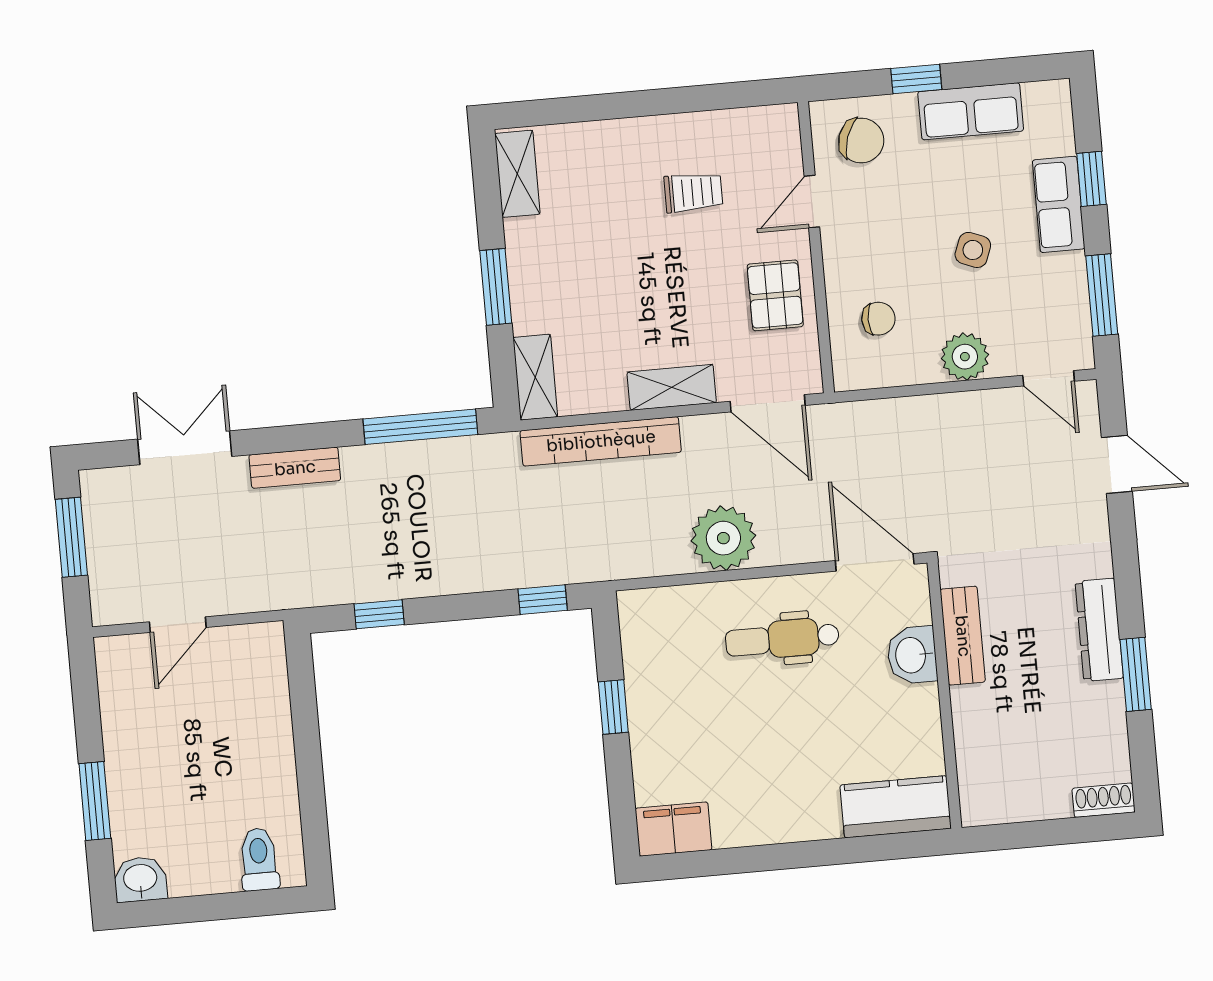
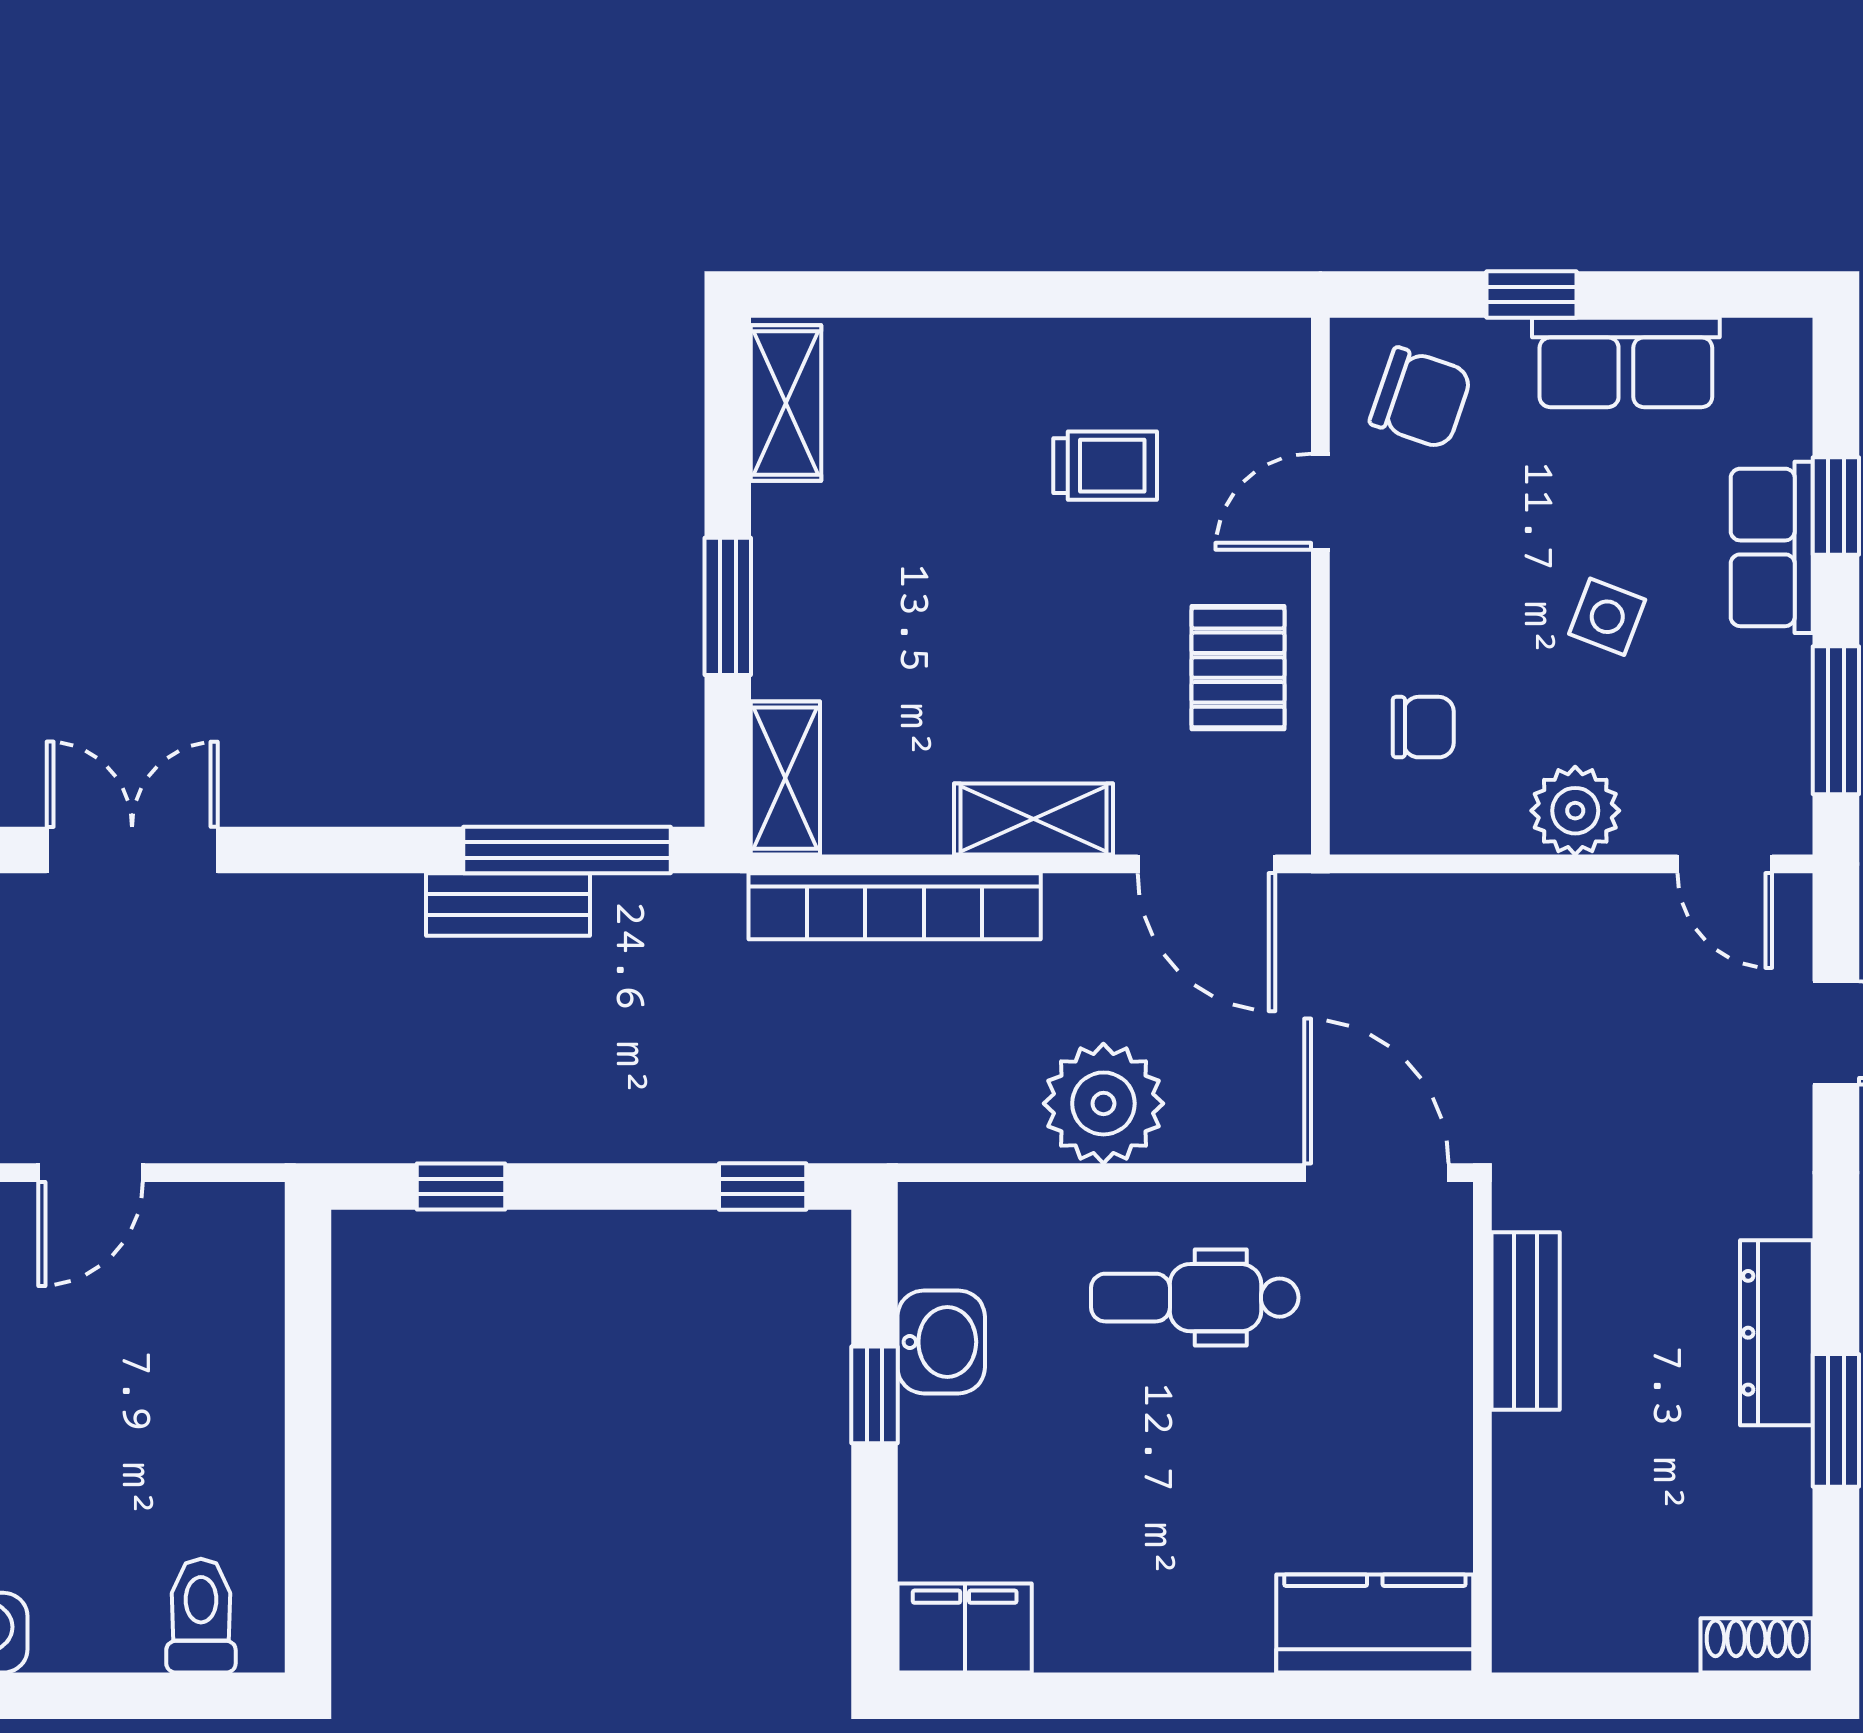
bench: (295, 468) -> (508, 904), moved
washbasin: (912, 655) -> (941, 1342), moved, turned 180

